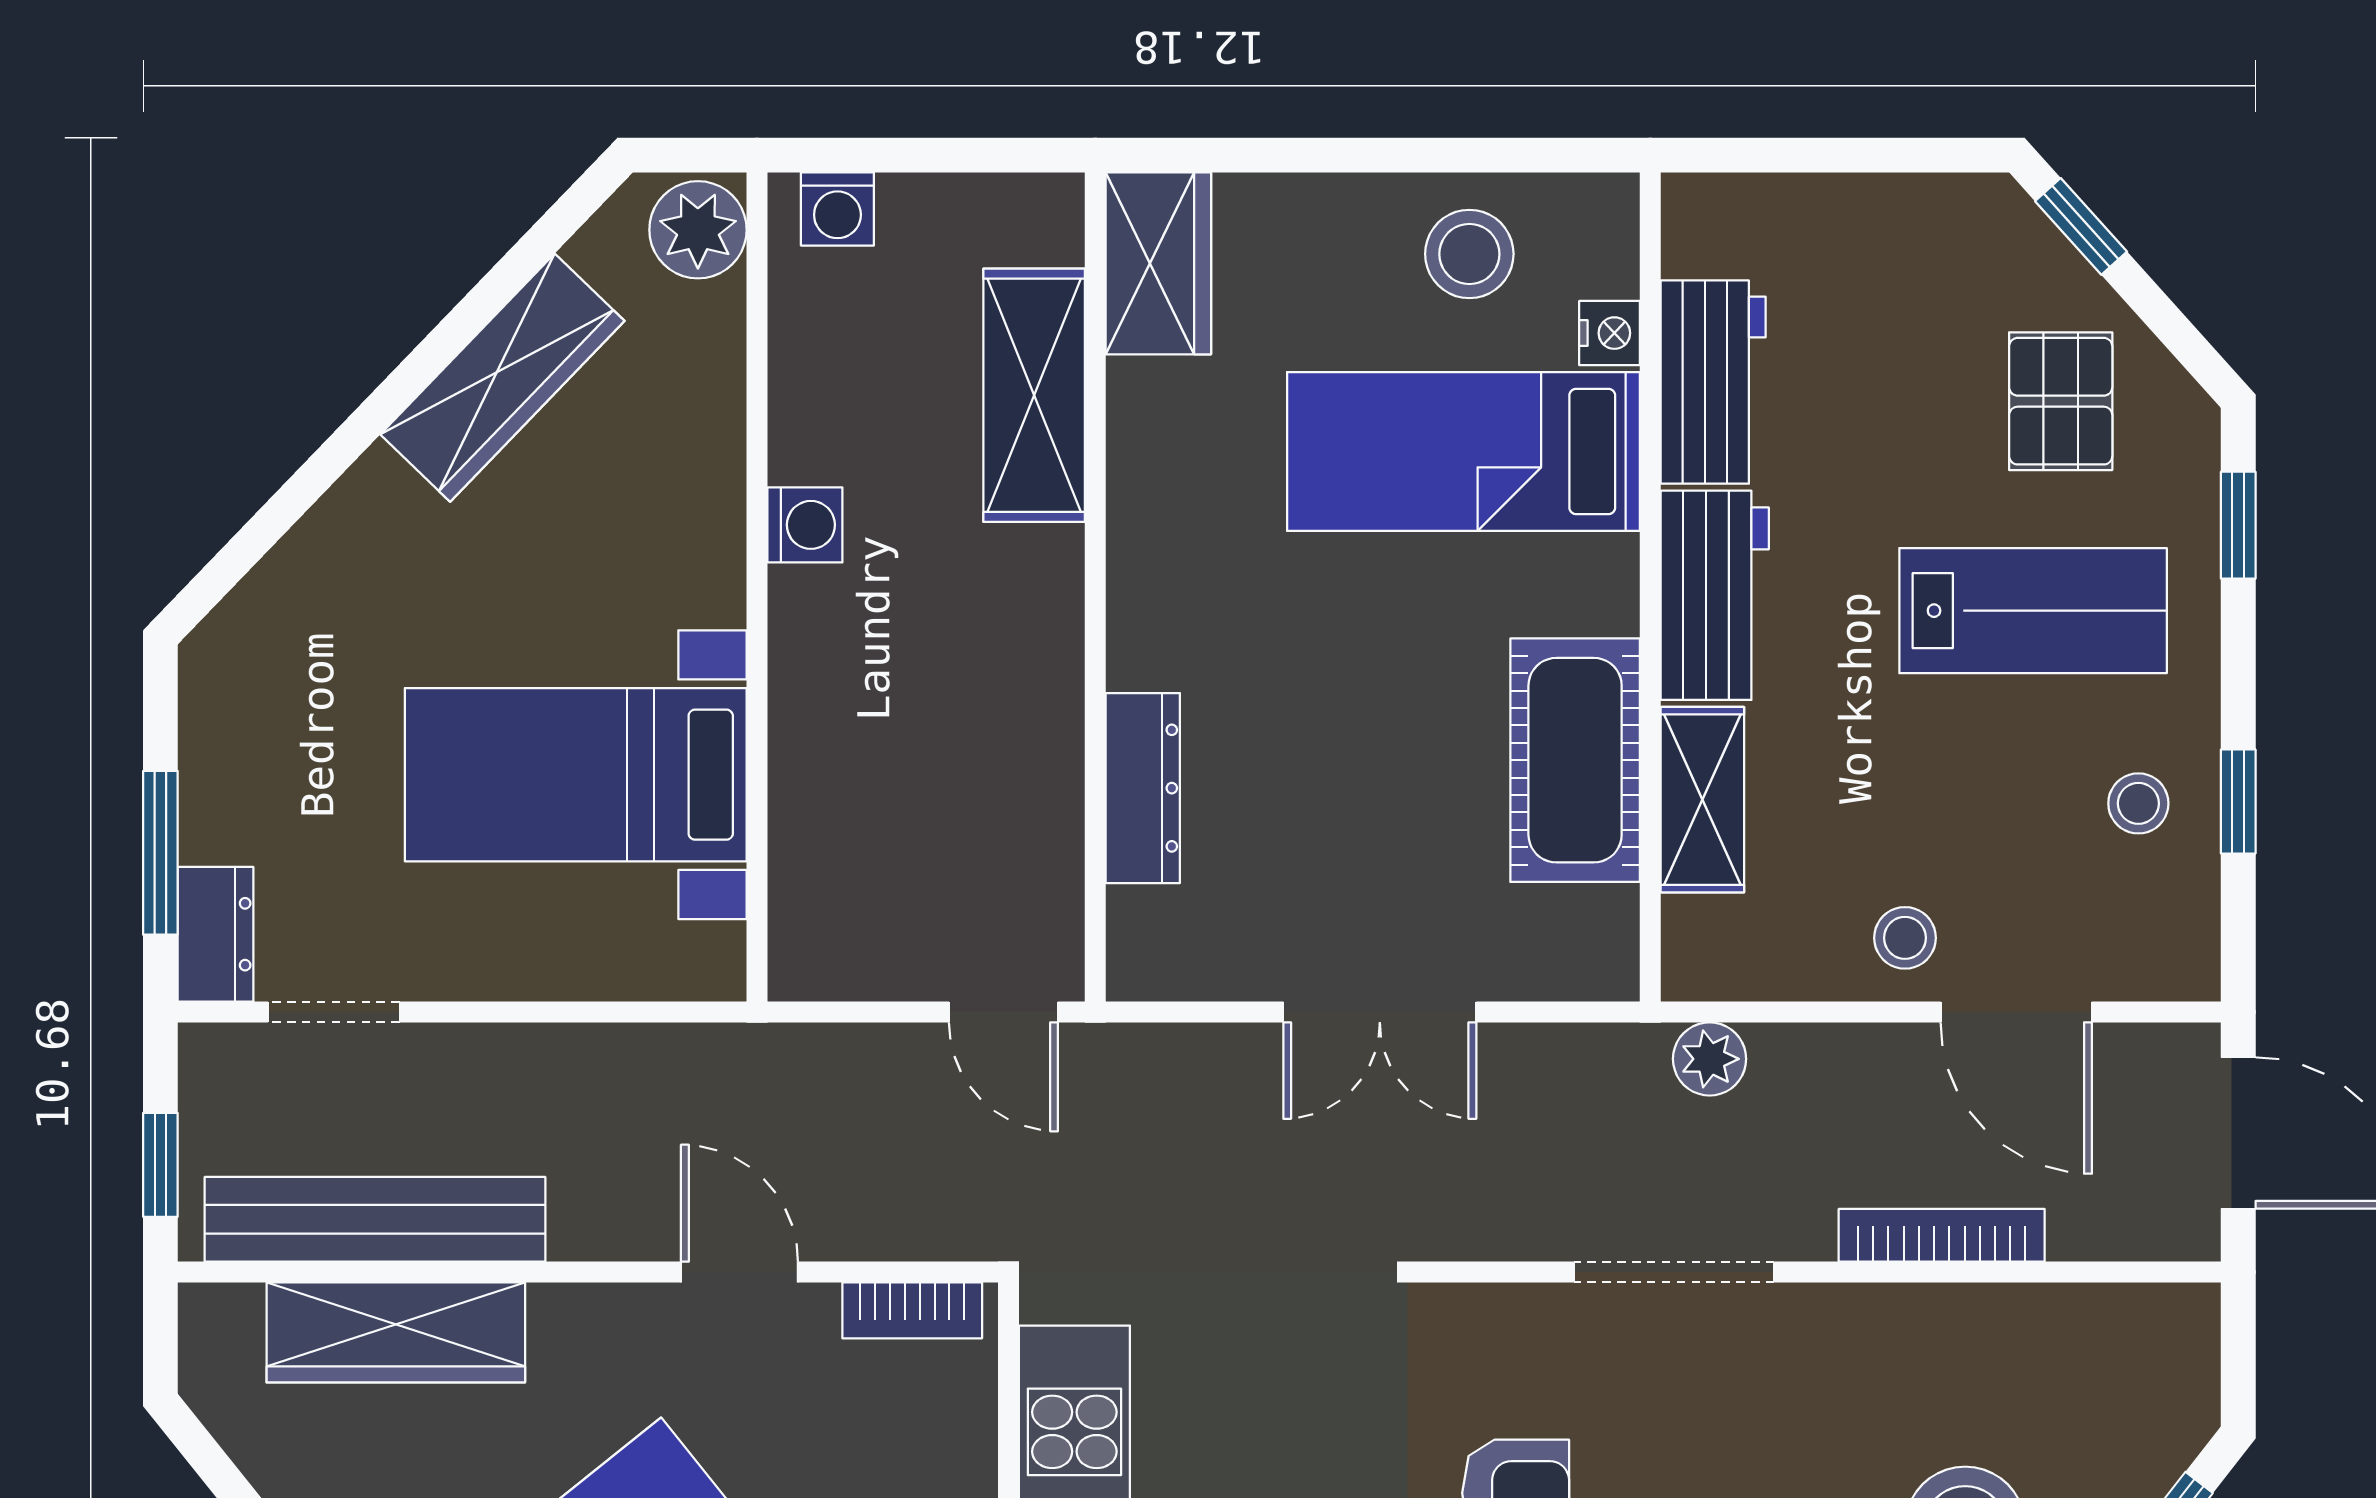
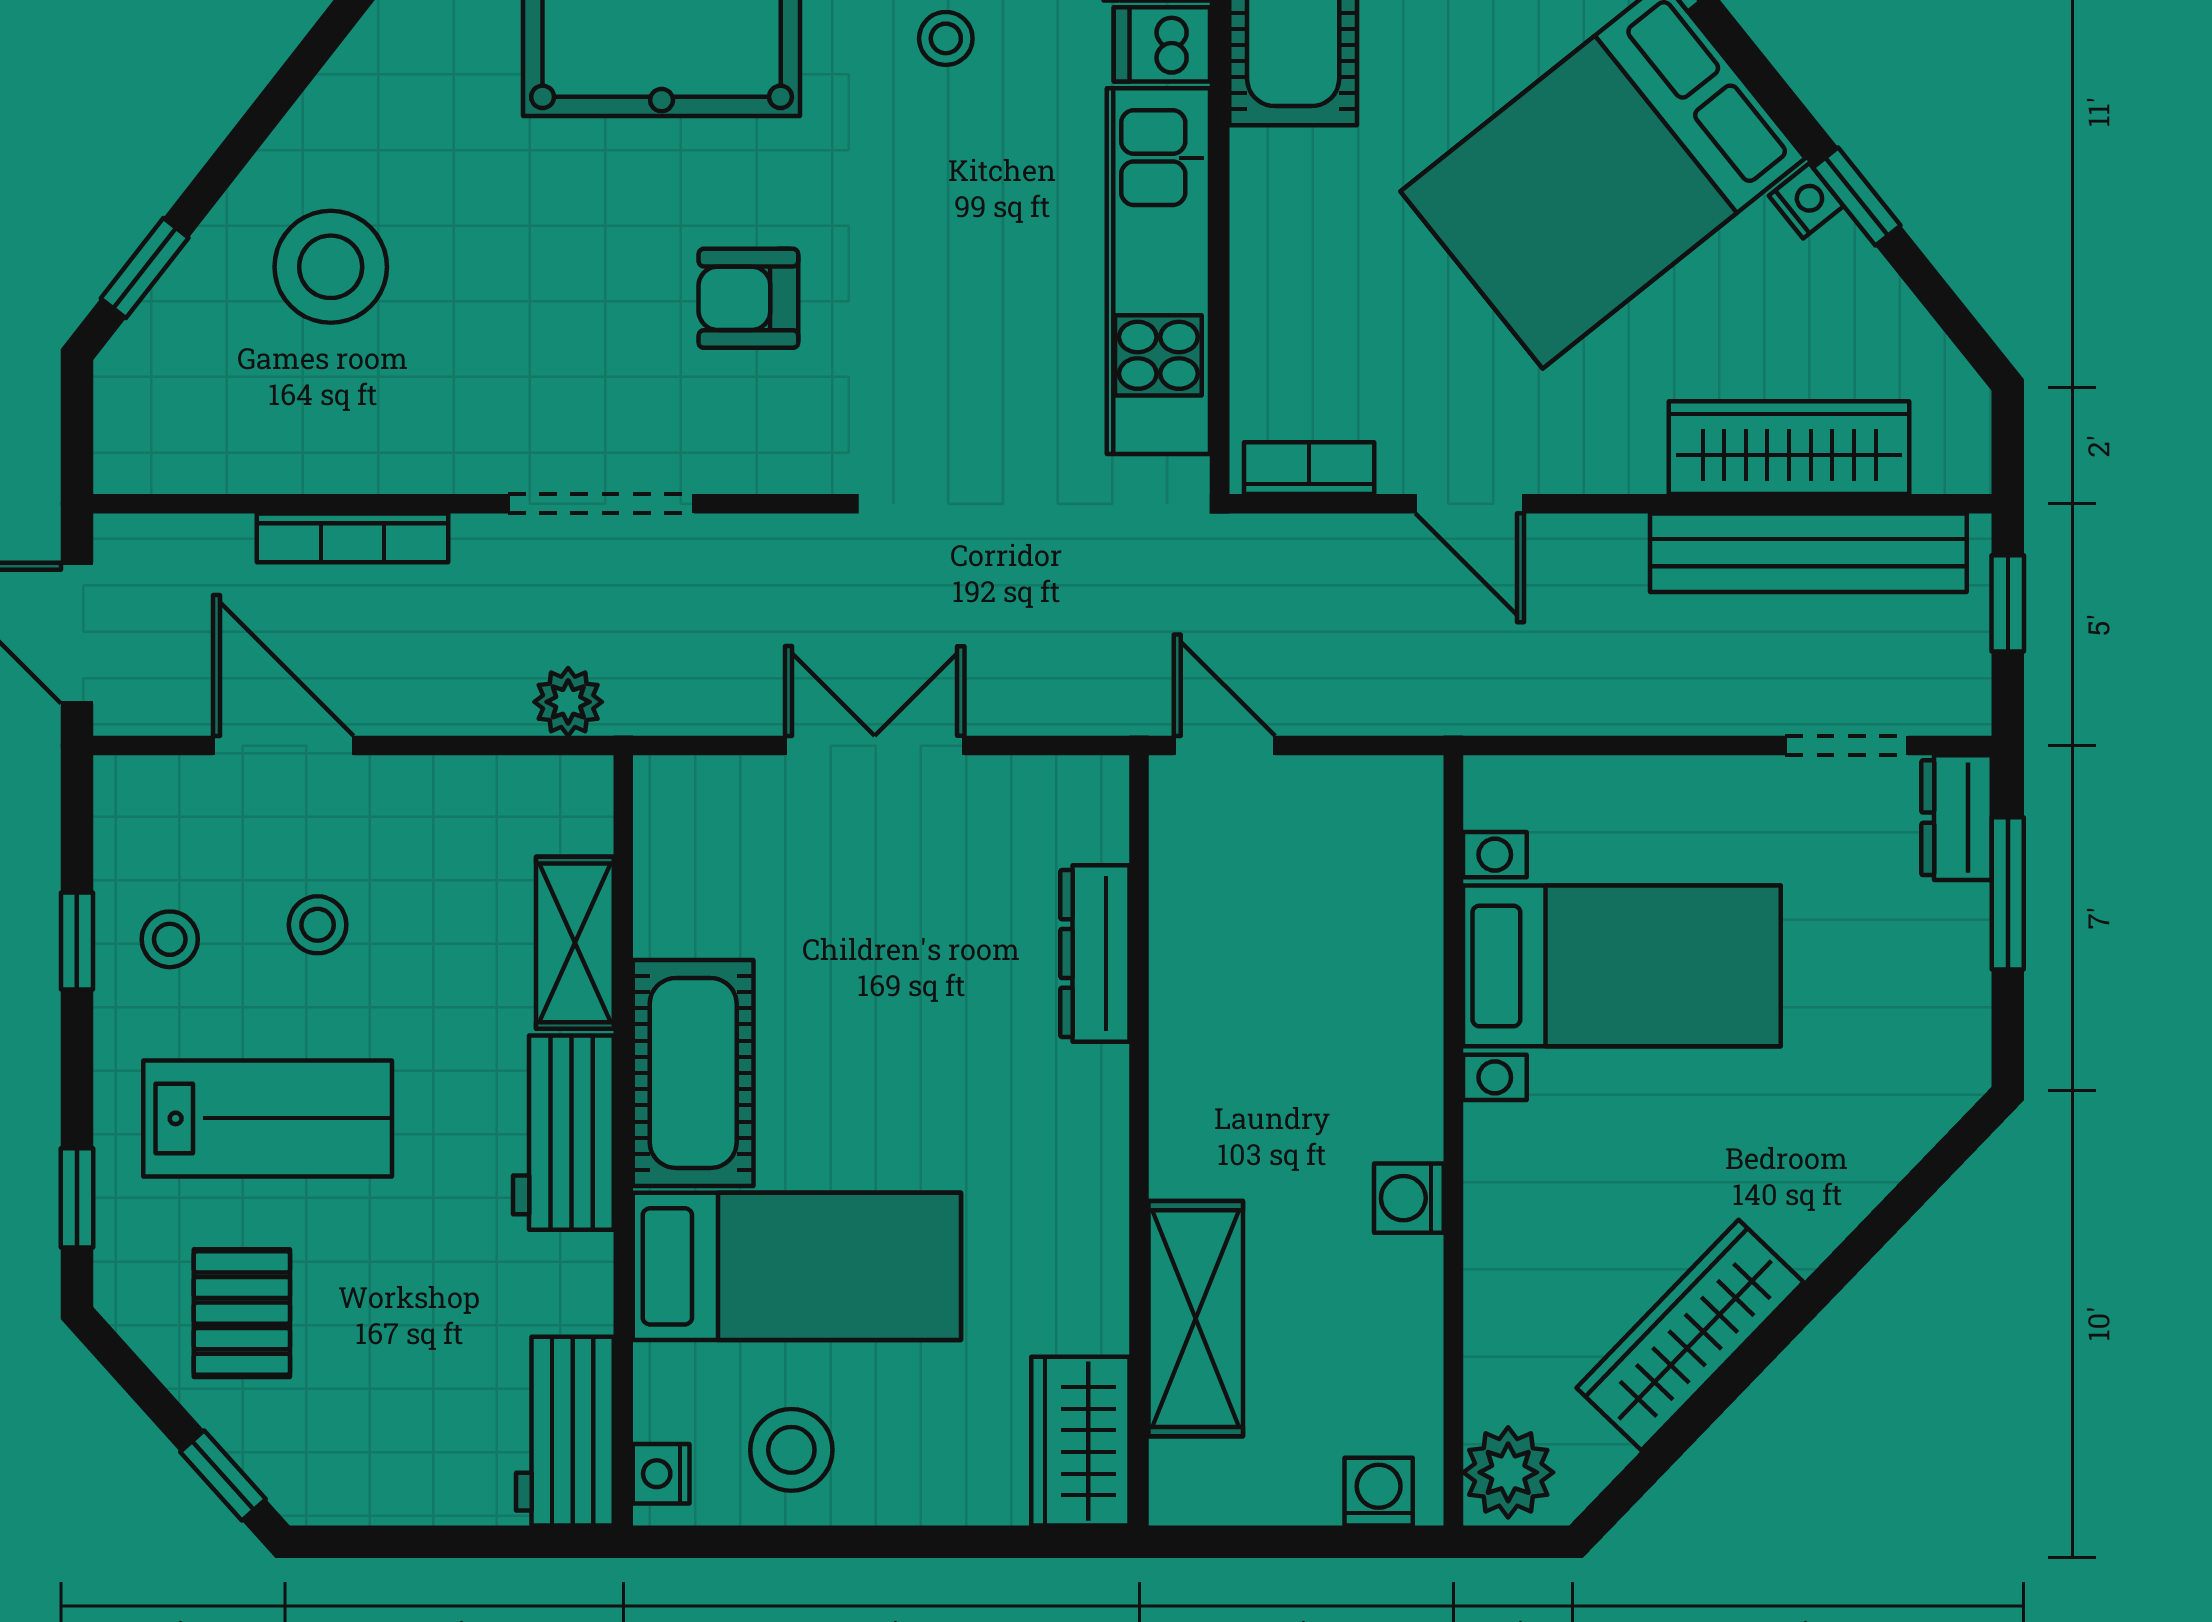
nightstand: (1610, 333) -> (661, 1474), moved
workbench: (1713, 382) -> (565, 1431), moved
lab bench: (2033, 611) -> (268, 1118), turned 180
cot: (1575, 760) -> (693, 1073), moved
stool: (1905, 938) -> (318, 925), moved

